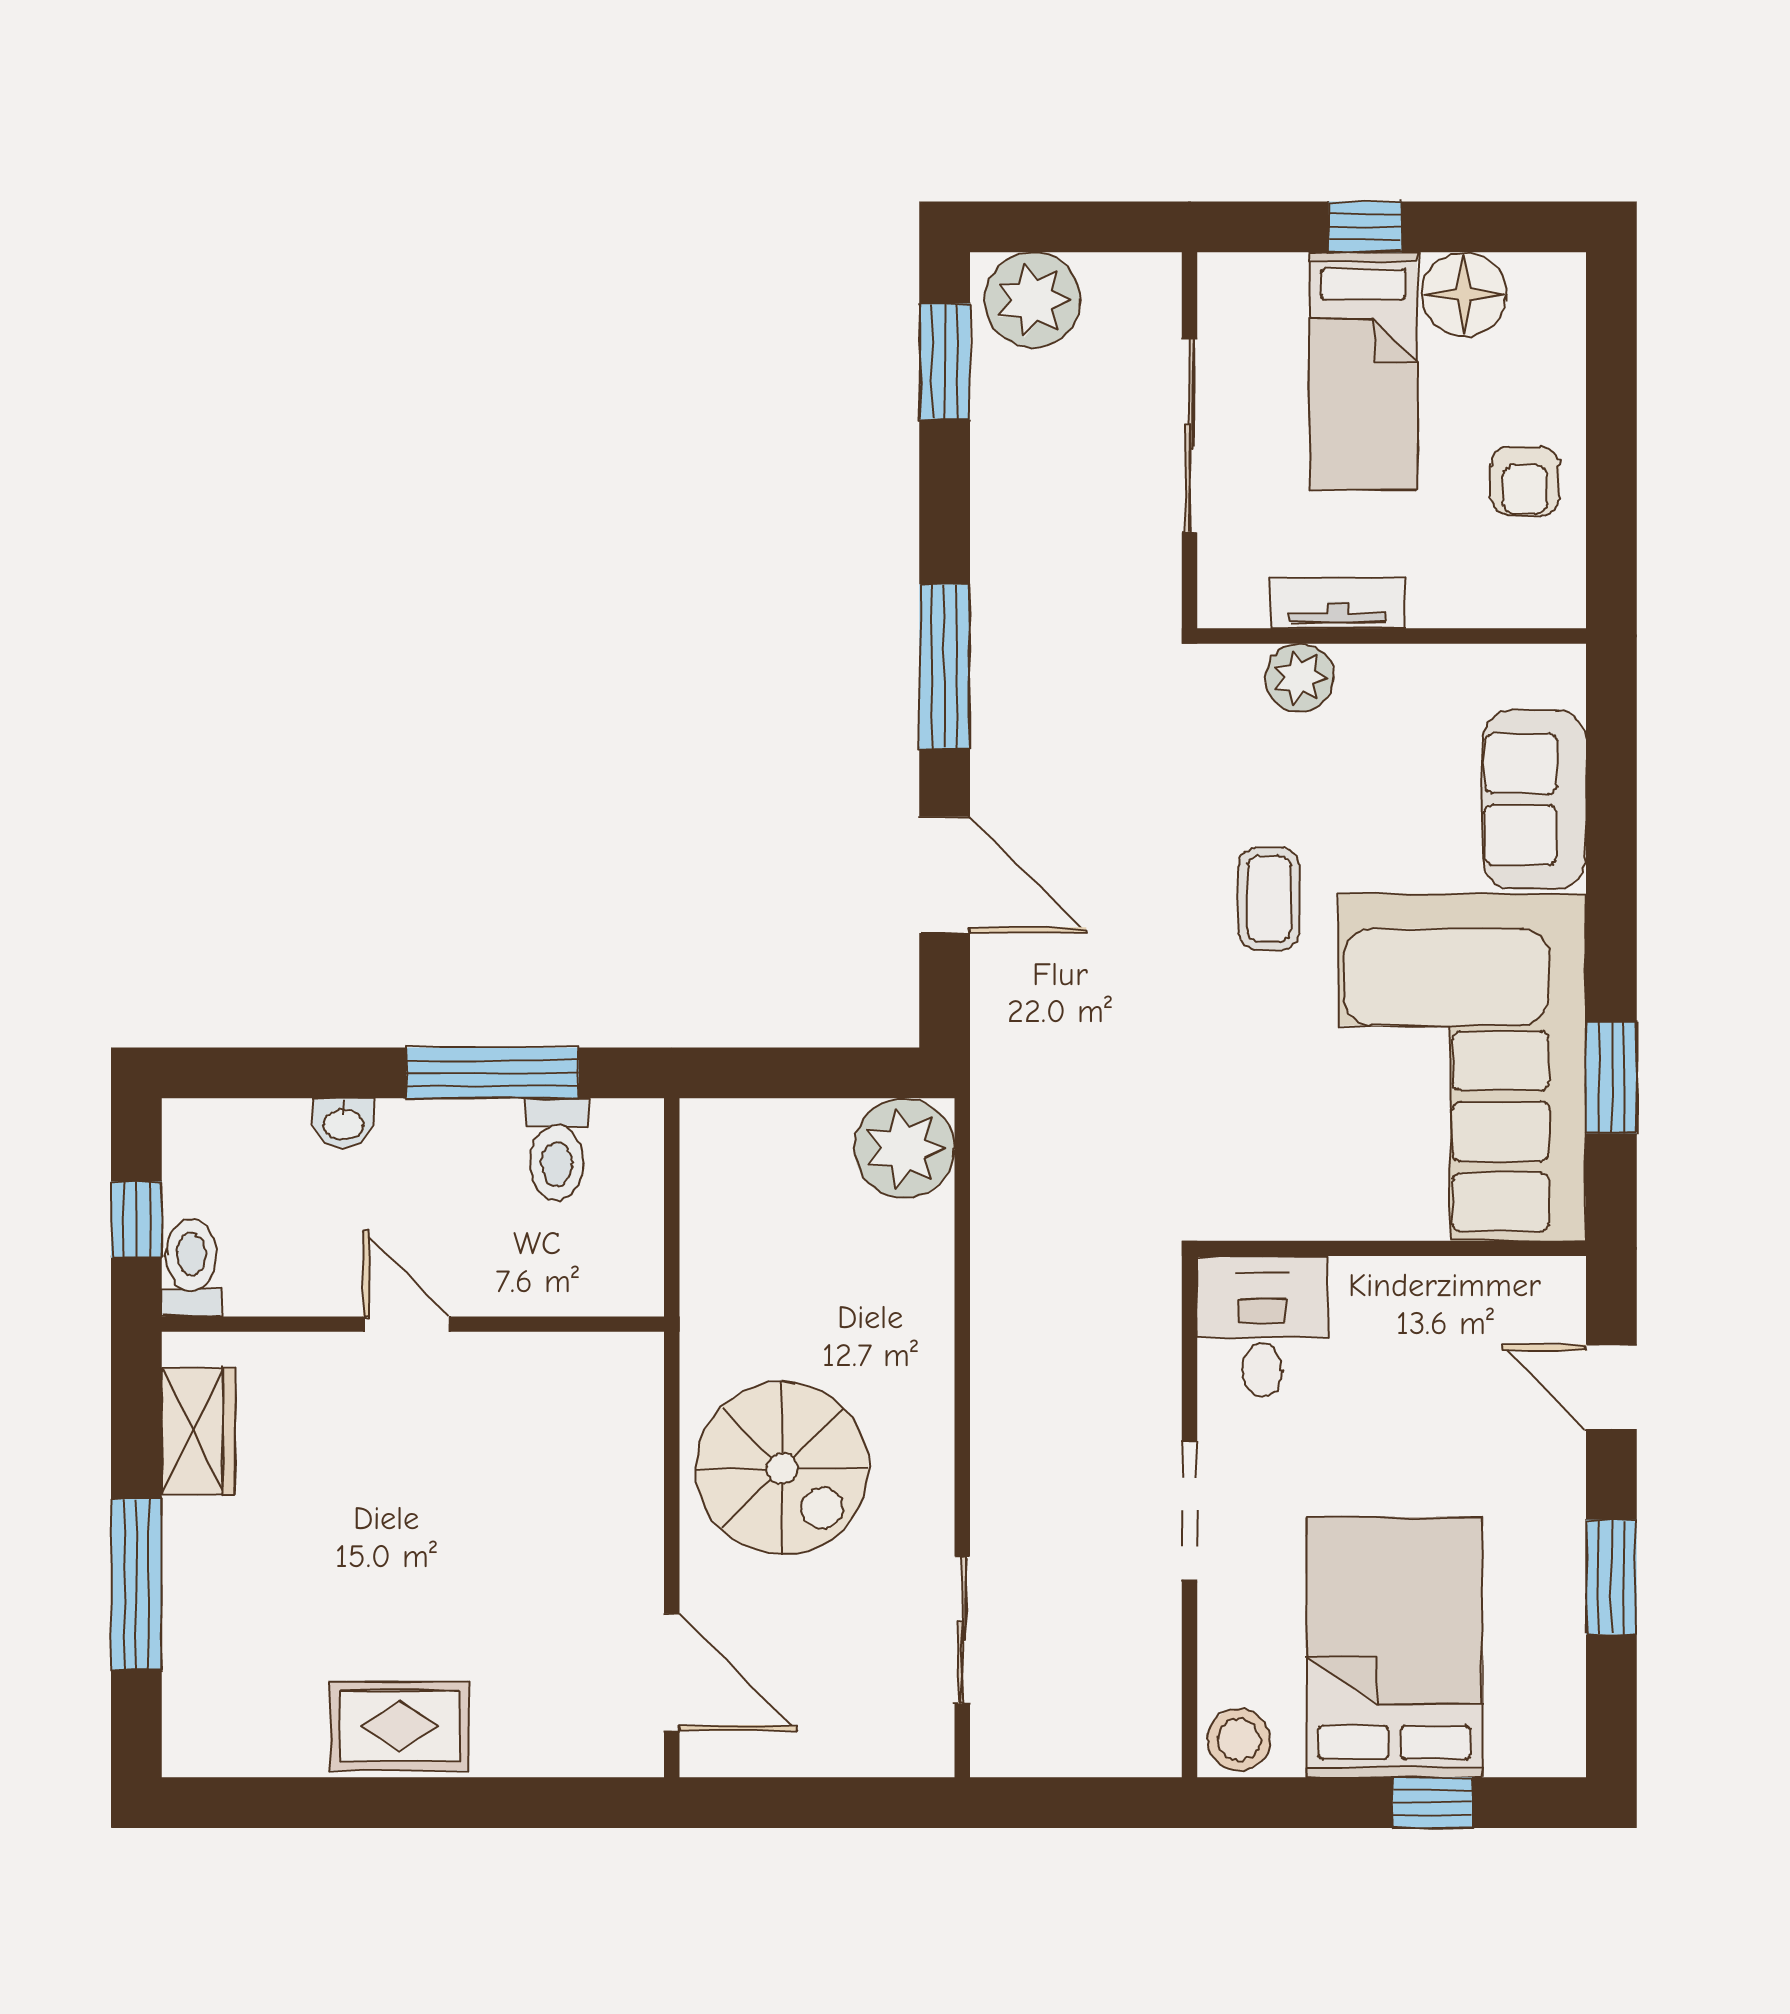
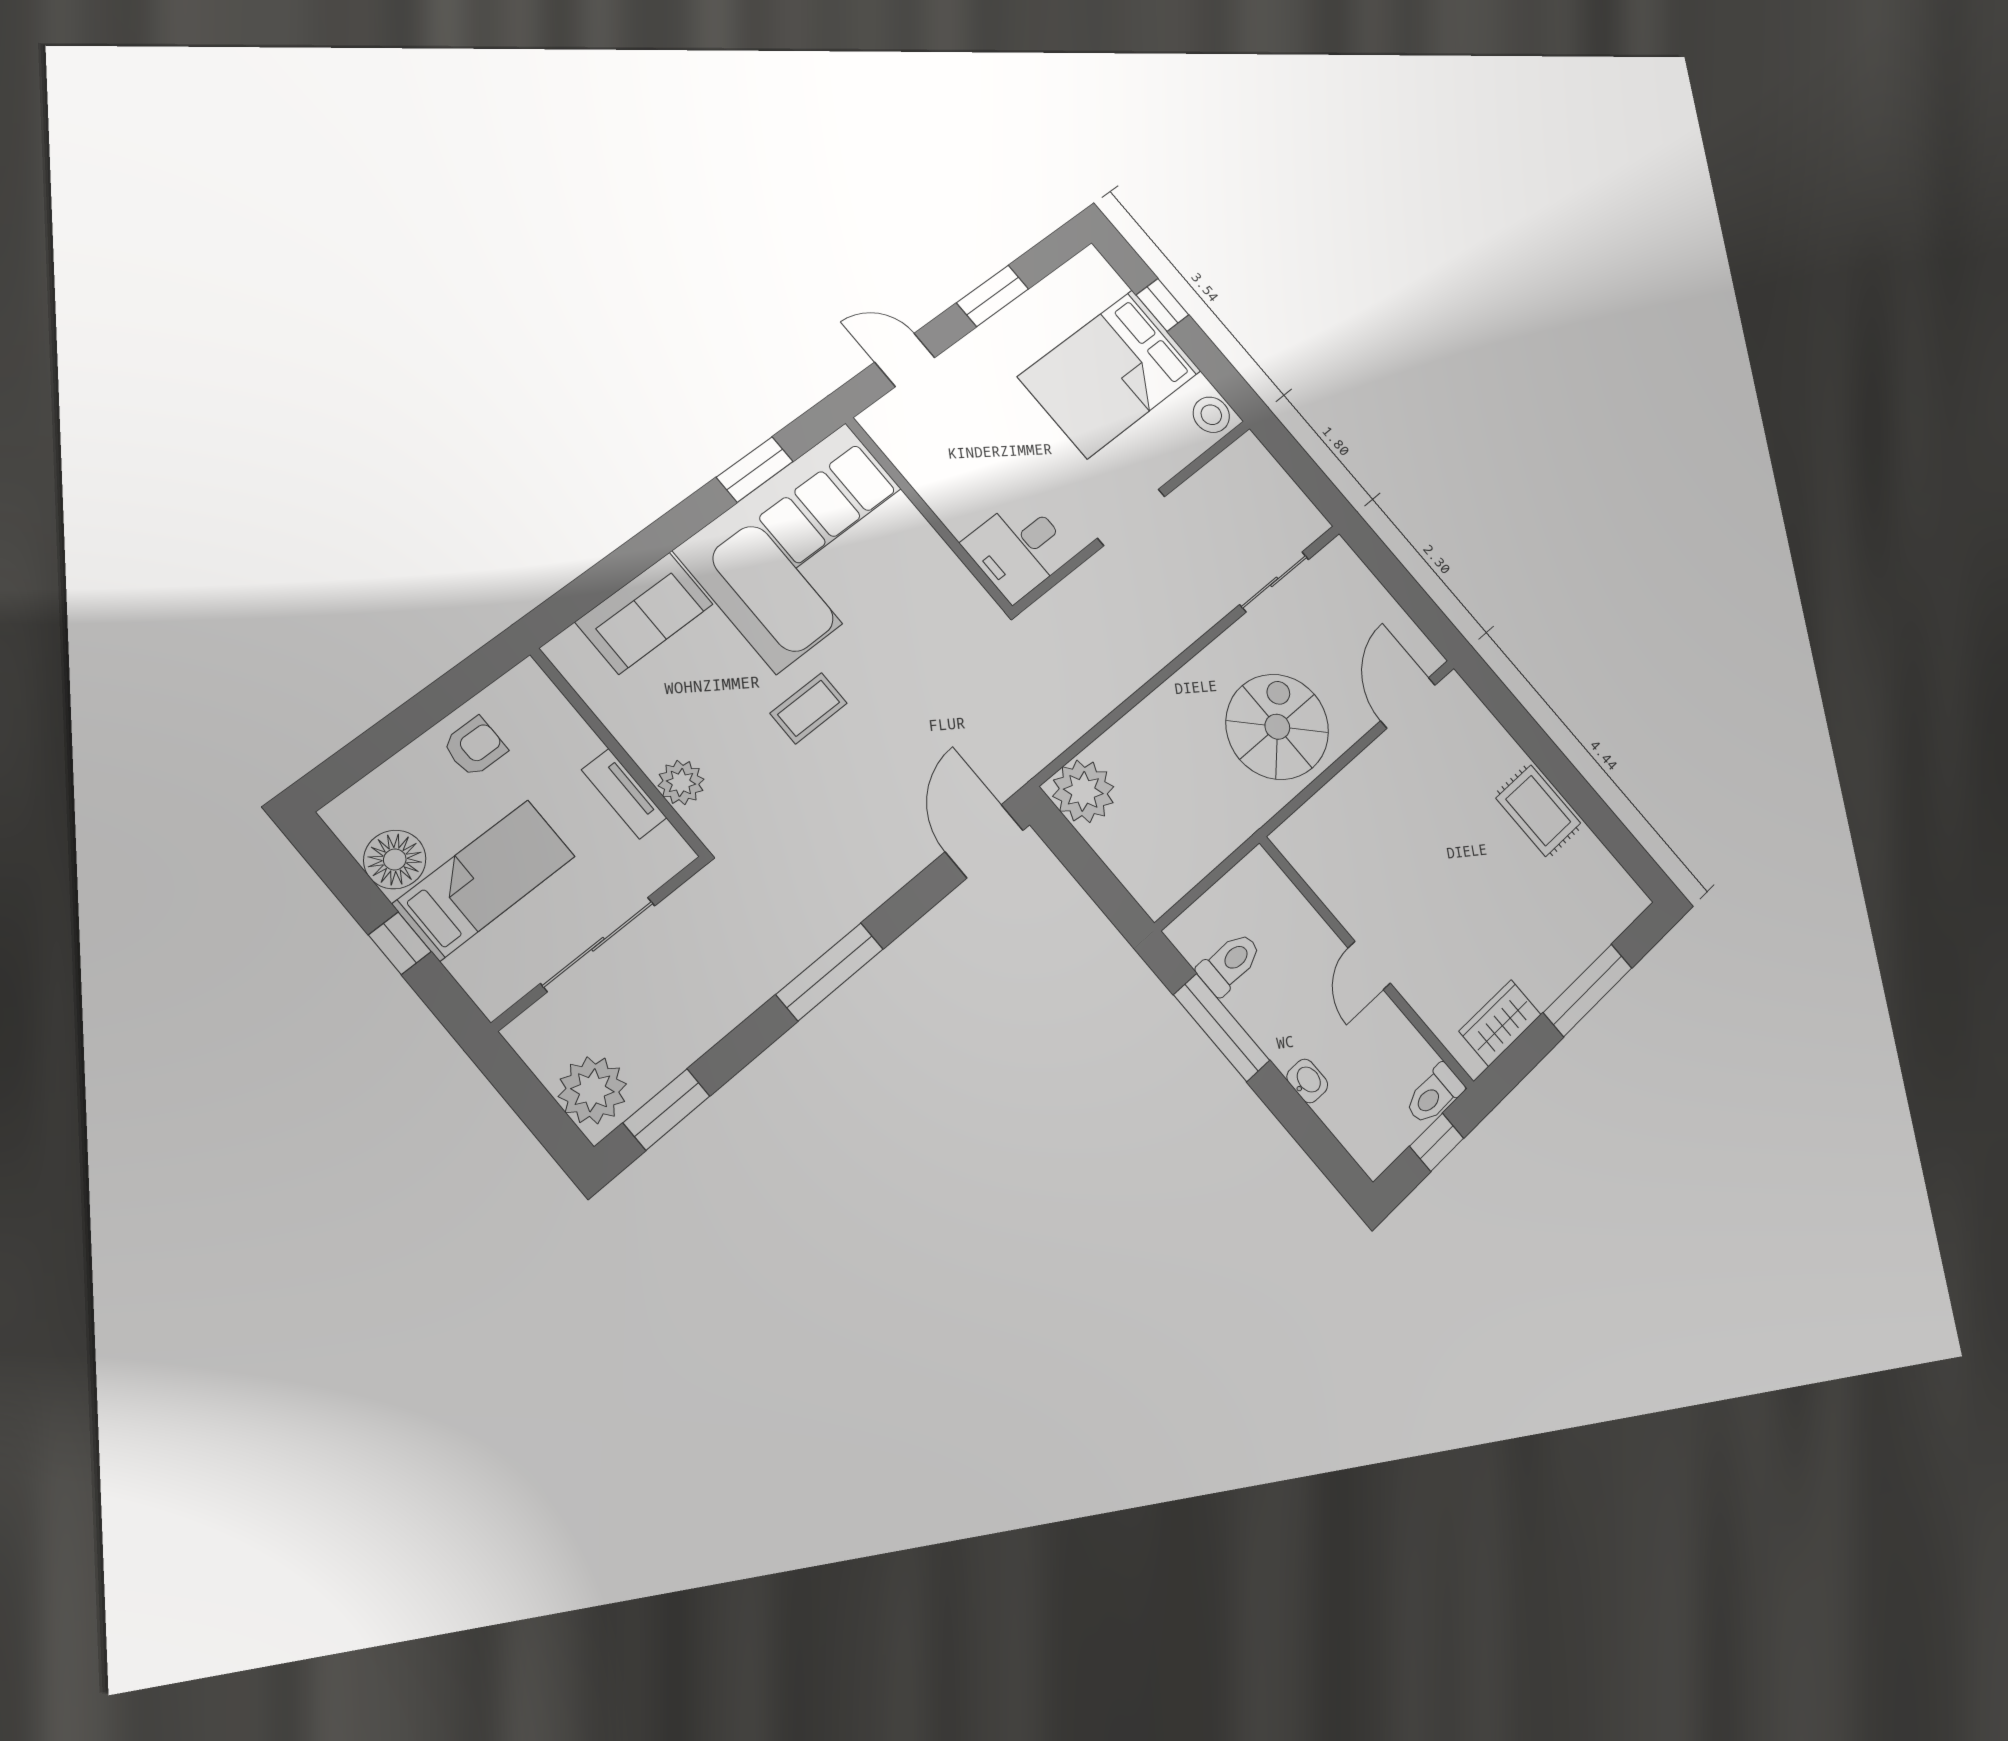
door: (945, 875) -> (984, 841), moved
door: (1611, 1387) -> (905, 360), swing flipped

